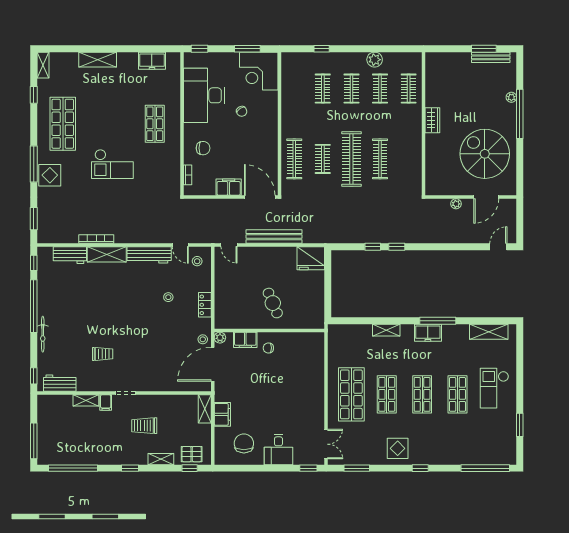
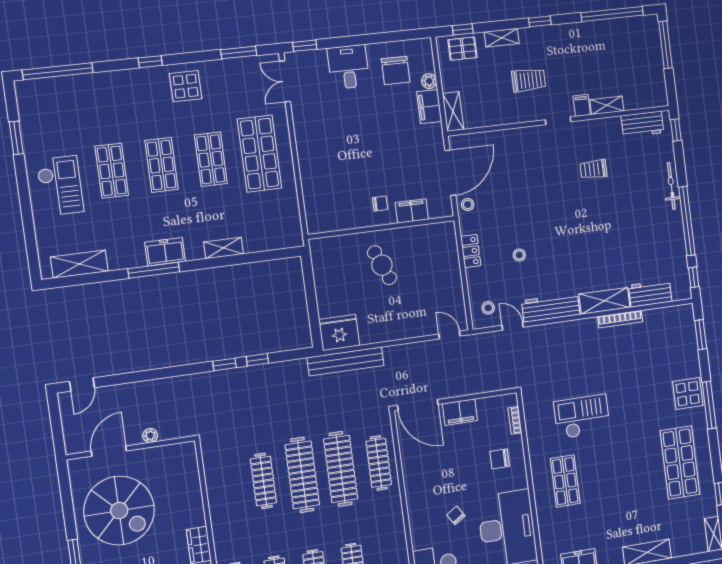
clothes rail: (323, 159) -> (341, 469), width x1.86, depth x1.31
checkout: (112, 164) -> (582, 417), moved
bench: (274, 237) -> (345, 362), moved
plant: (220, 338) -> (429, 81), moved

